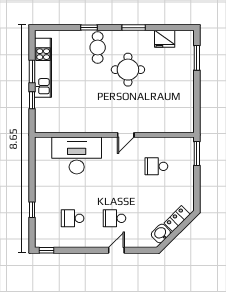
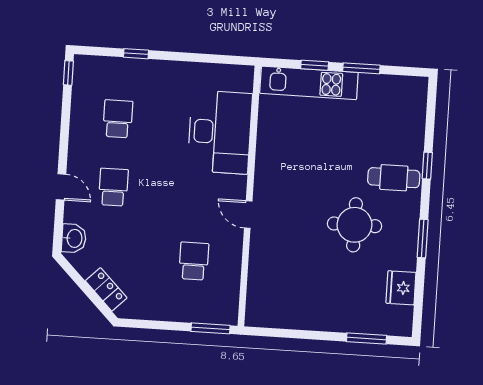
kitchen unit: (43, 68) -> (309, 83), moved
washbasin: (161, 234) -> (74, 238), moved, turned 45

